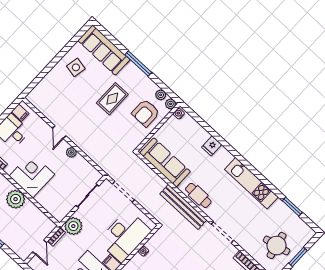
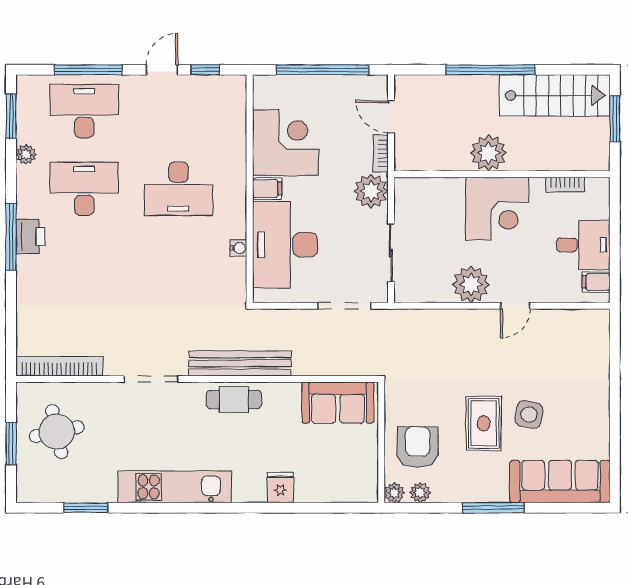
side table: (76, 67) -> (529, 414), moved
water cooler: (179, 114) -> (370, 490), removed
door: (59, 132) -> (515, 306), swing flipped
plant: (71, 152) -> (471, 284), width x1.88, depth x1.88
sofa: (165, 162) -> (338, 403), width x0.73

